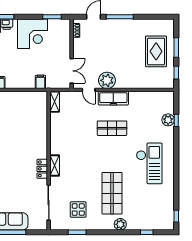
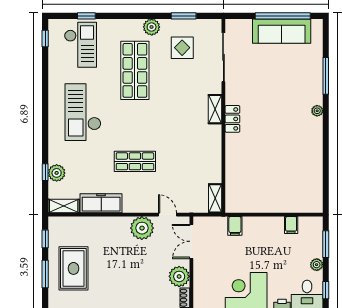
plant: (80, 46) -> (179, 276), added
shelving: (163, 96) -> (64, 206), added
freezer: (113, 98) -> (101, 203), moved
locker: (42, 169) -> (232, 119), moved
checkout: (151, 212) -> (81, 45), added
plant: (120, 224) -> (152, 27), moved

